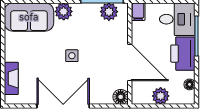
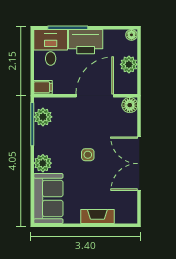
fireplace: (11, 78) -> (97, 217), moved
floor lamp: (190, 84) -> (131, 35), moved

